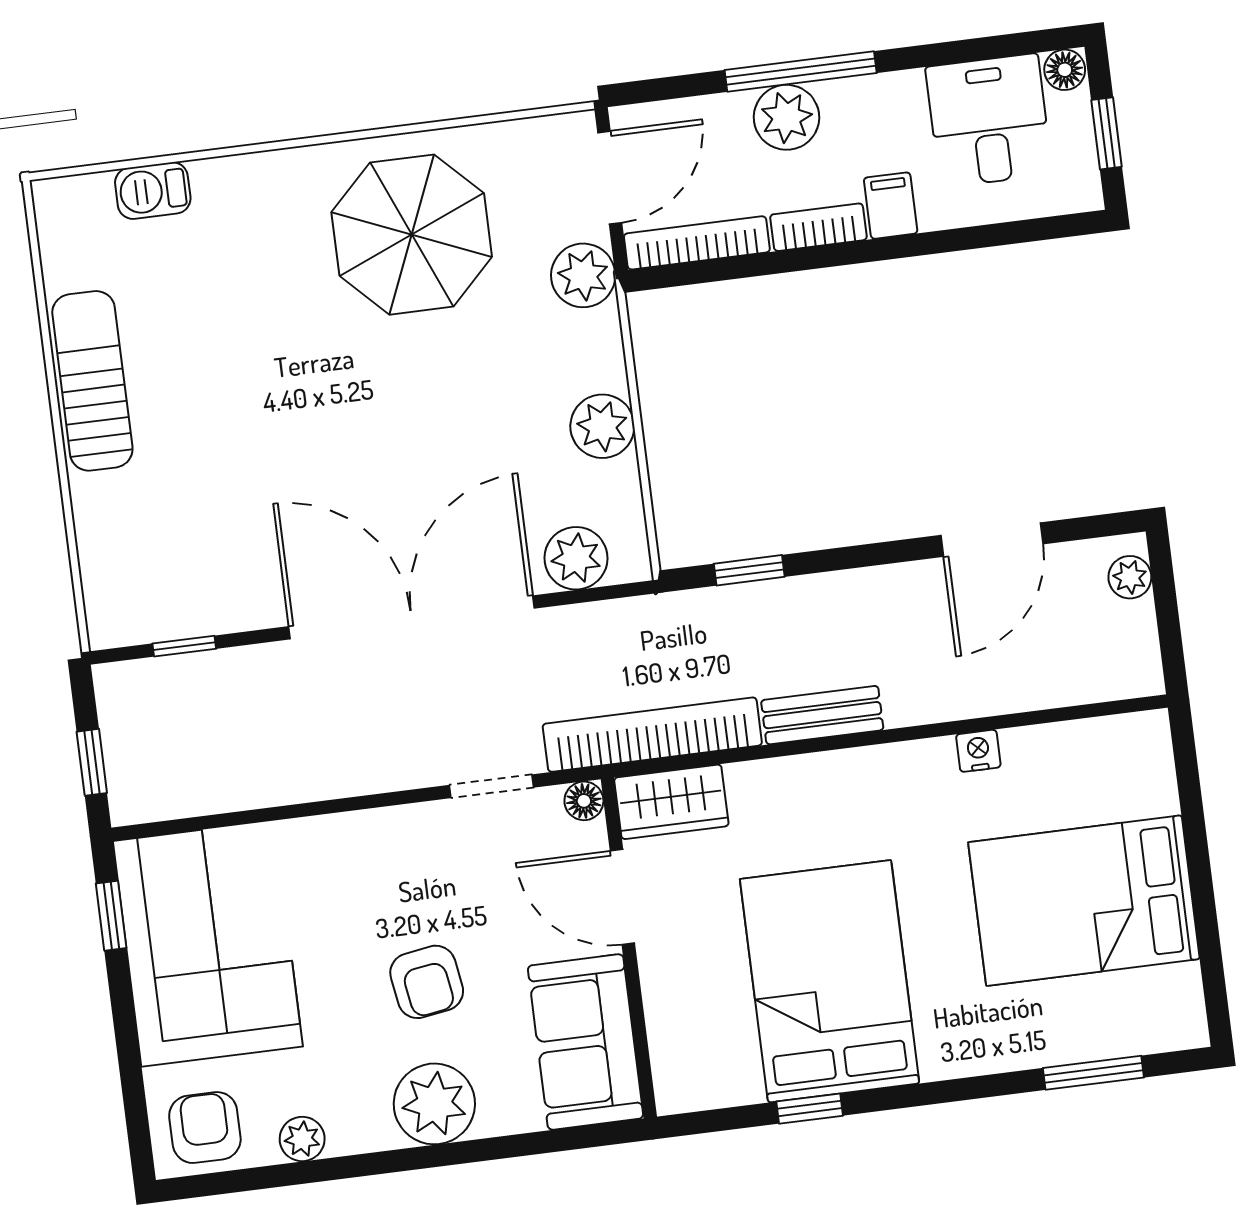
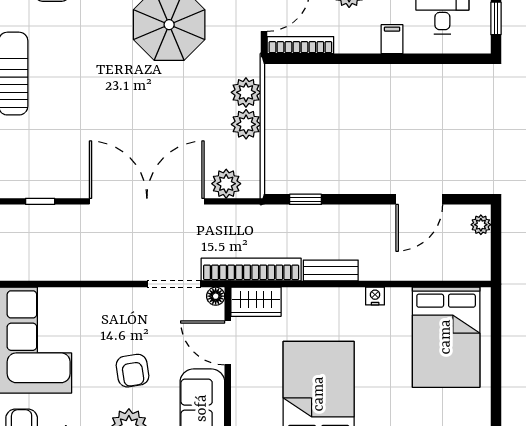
bookcase: (818, 227) -> (357, 45), removed
plant: (583, 275) -> (246, 92), moved
nightstand: (978, 751) -> (375, 296), moved
doorway: (492, 786) -> (174, 284), width x1.38
bed: (1084, 901) -> (446, 337), moved, turned -90

